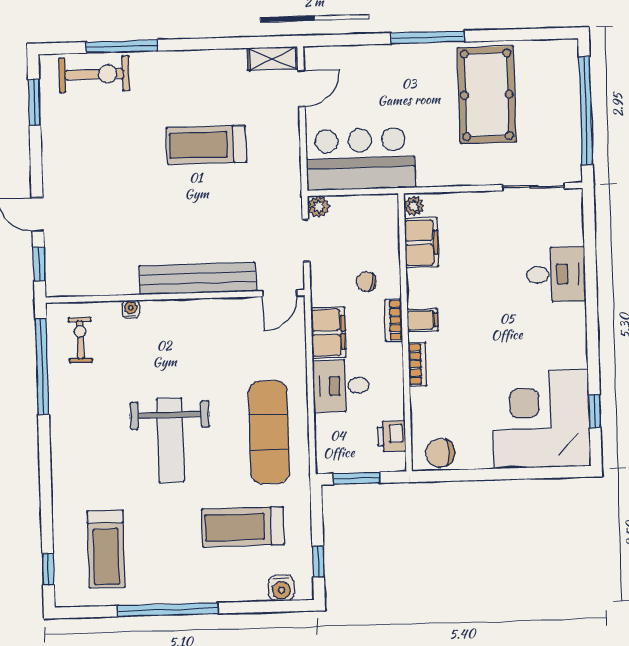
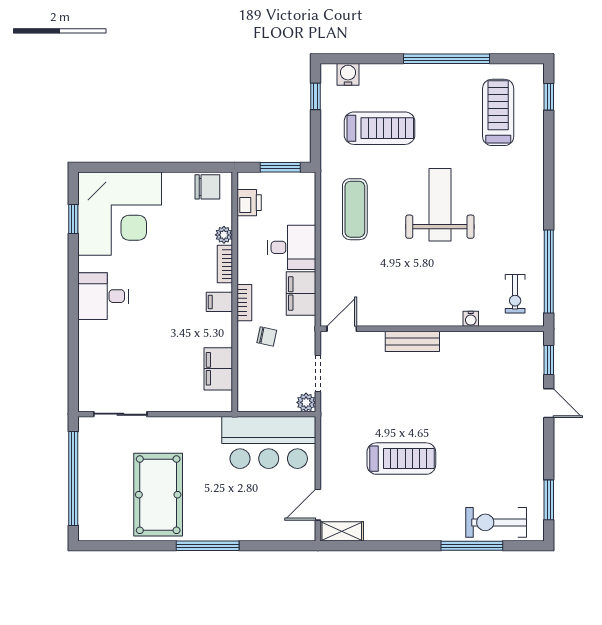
plant: (414, 206) -> (224, 235), moved
desk: (556, 274) -> (103, 296), moved
bench: (197, 278) -> (412, 341), width x0.54, depth x0.82
exercise mat: (269, 432) -> (355, 209), width x0.73, depth x0.69

